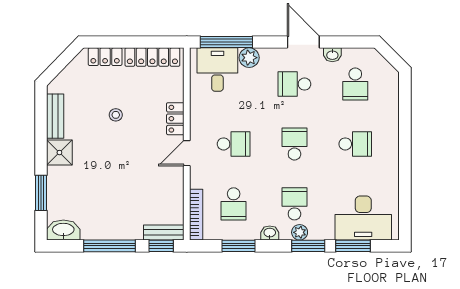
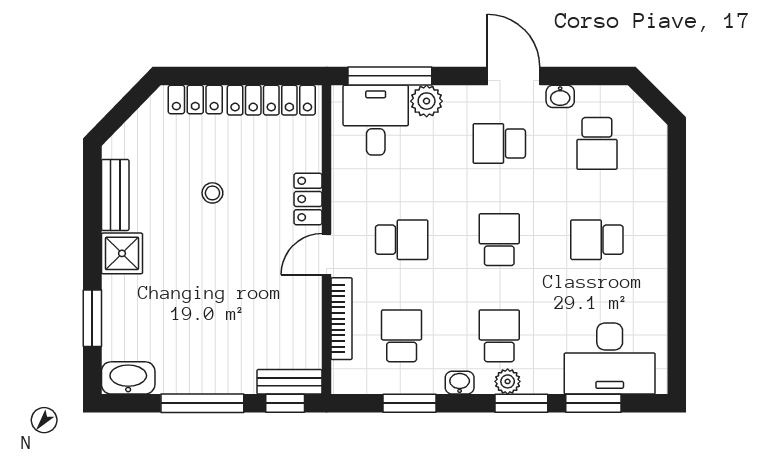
school desk: (355, 144) -> (597, 240), turned 180
school desk: (234, 204) -> (402, 336), turned 180
bookcase: (196, 215) -> (341, 319), moved

